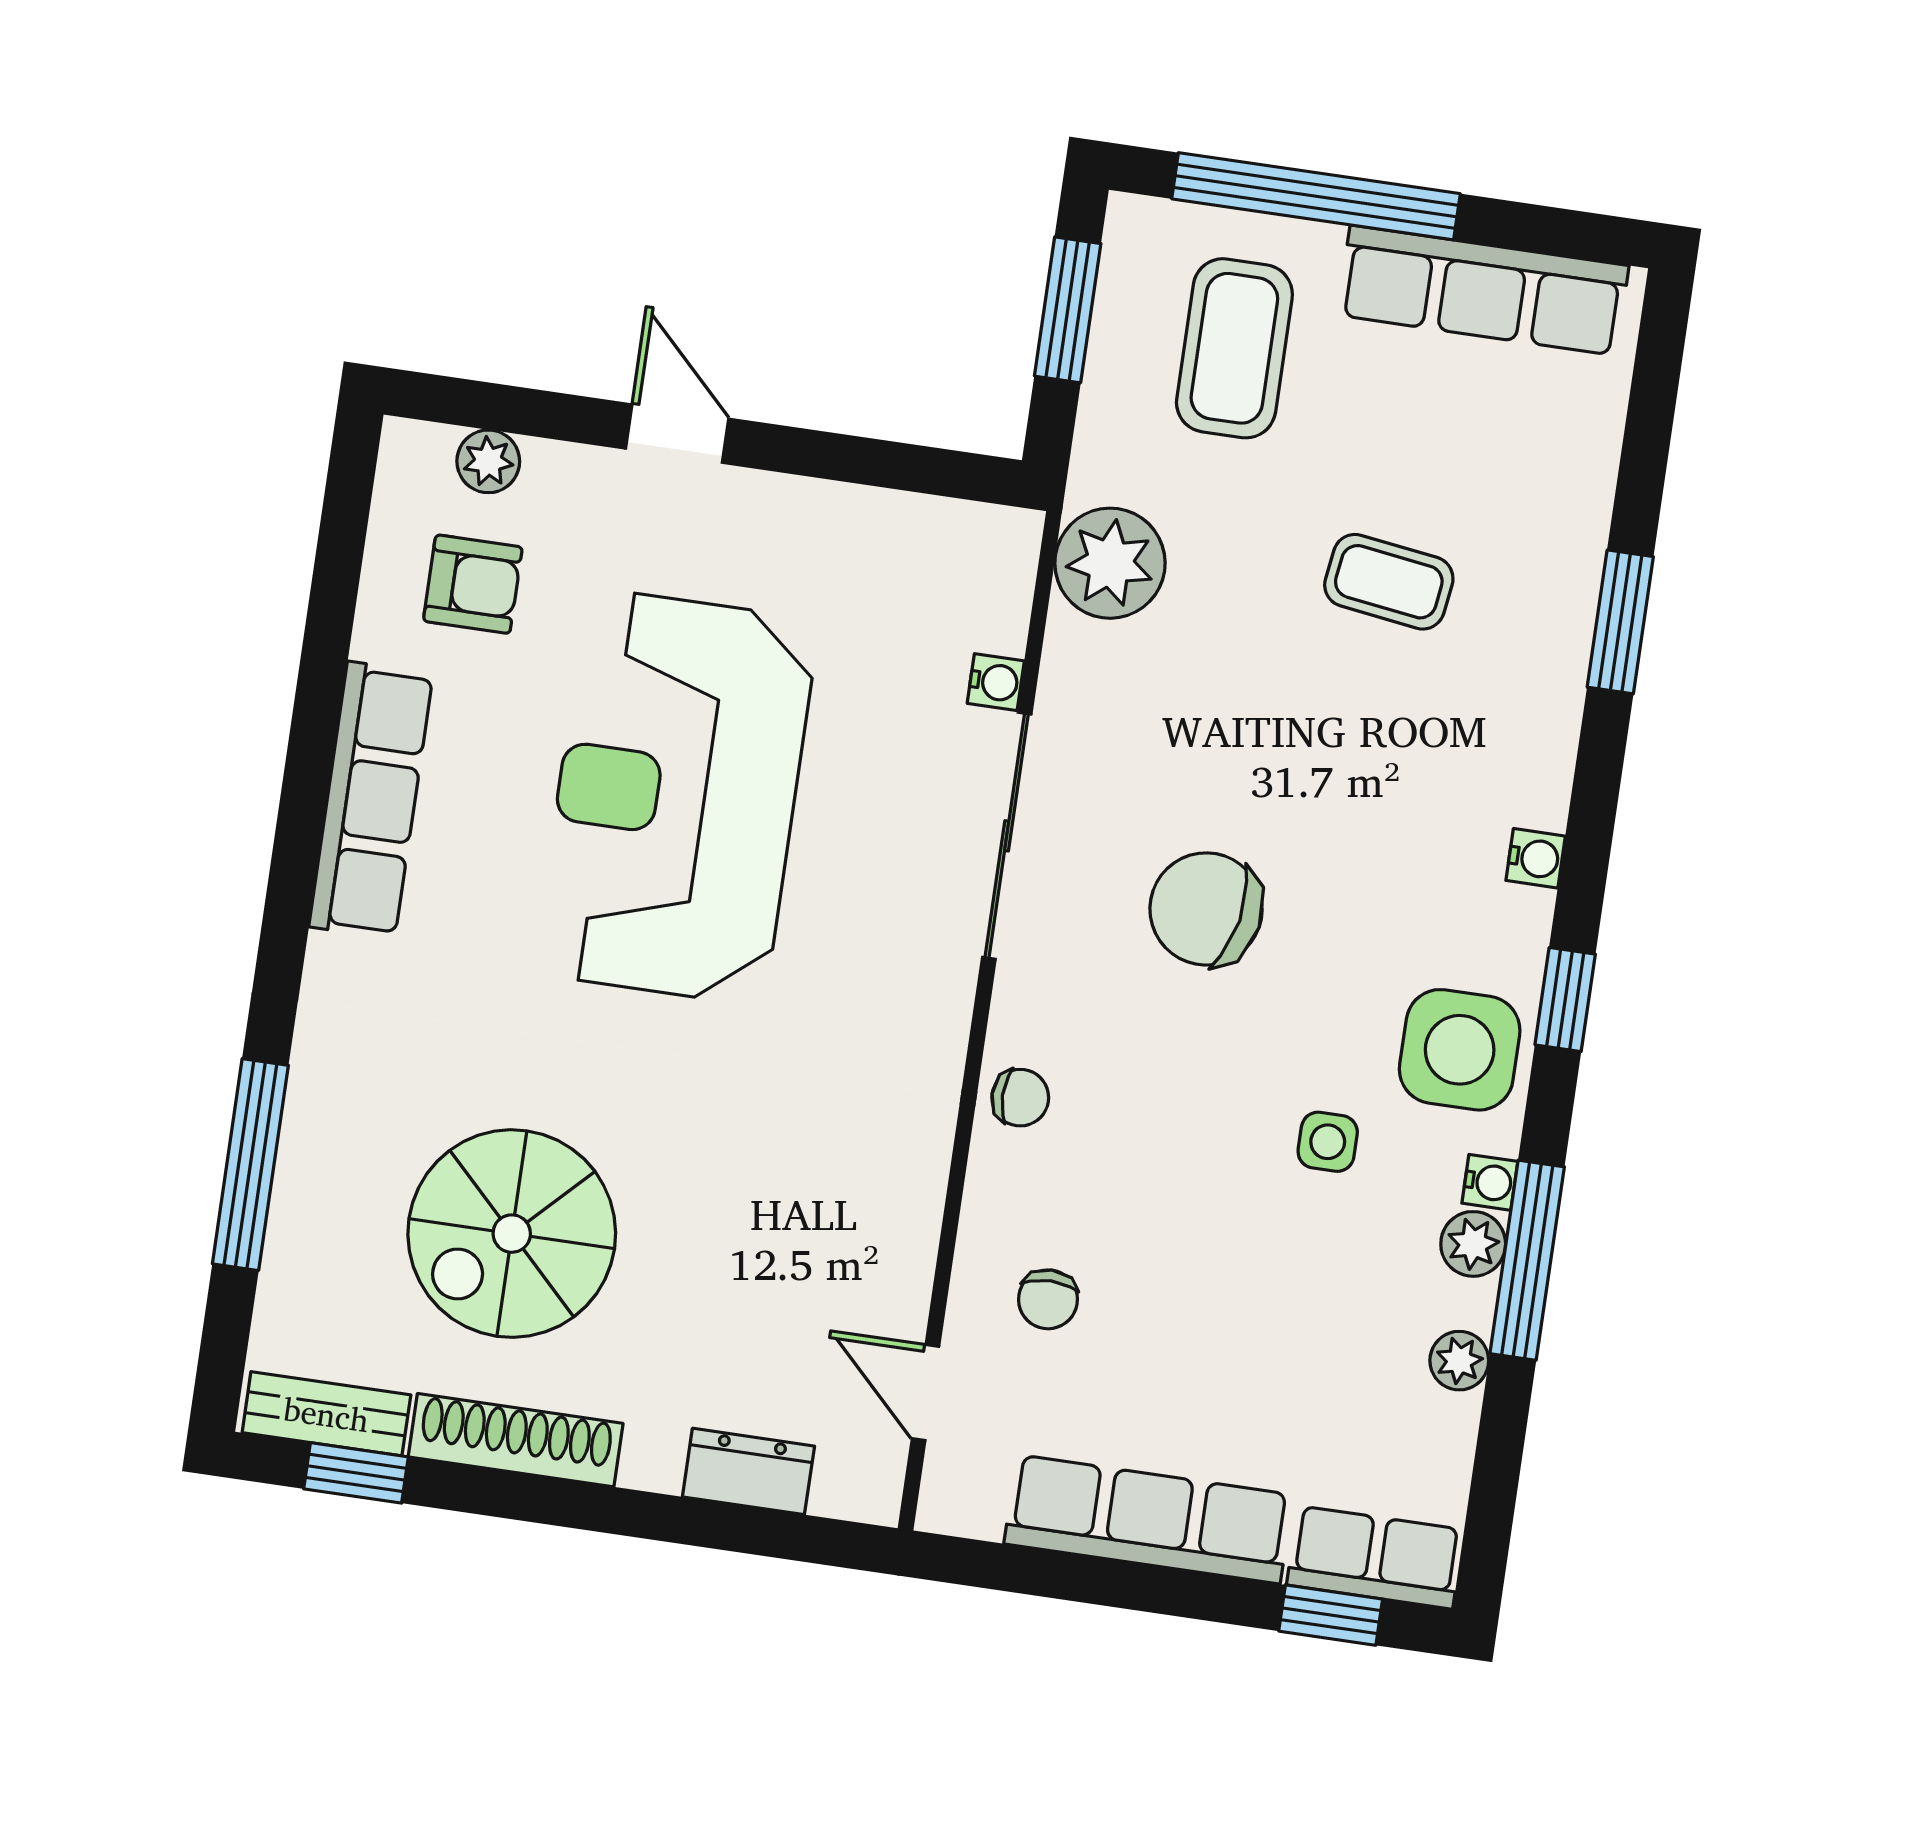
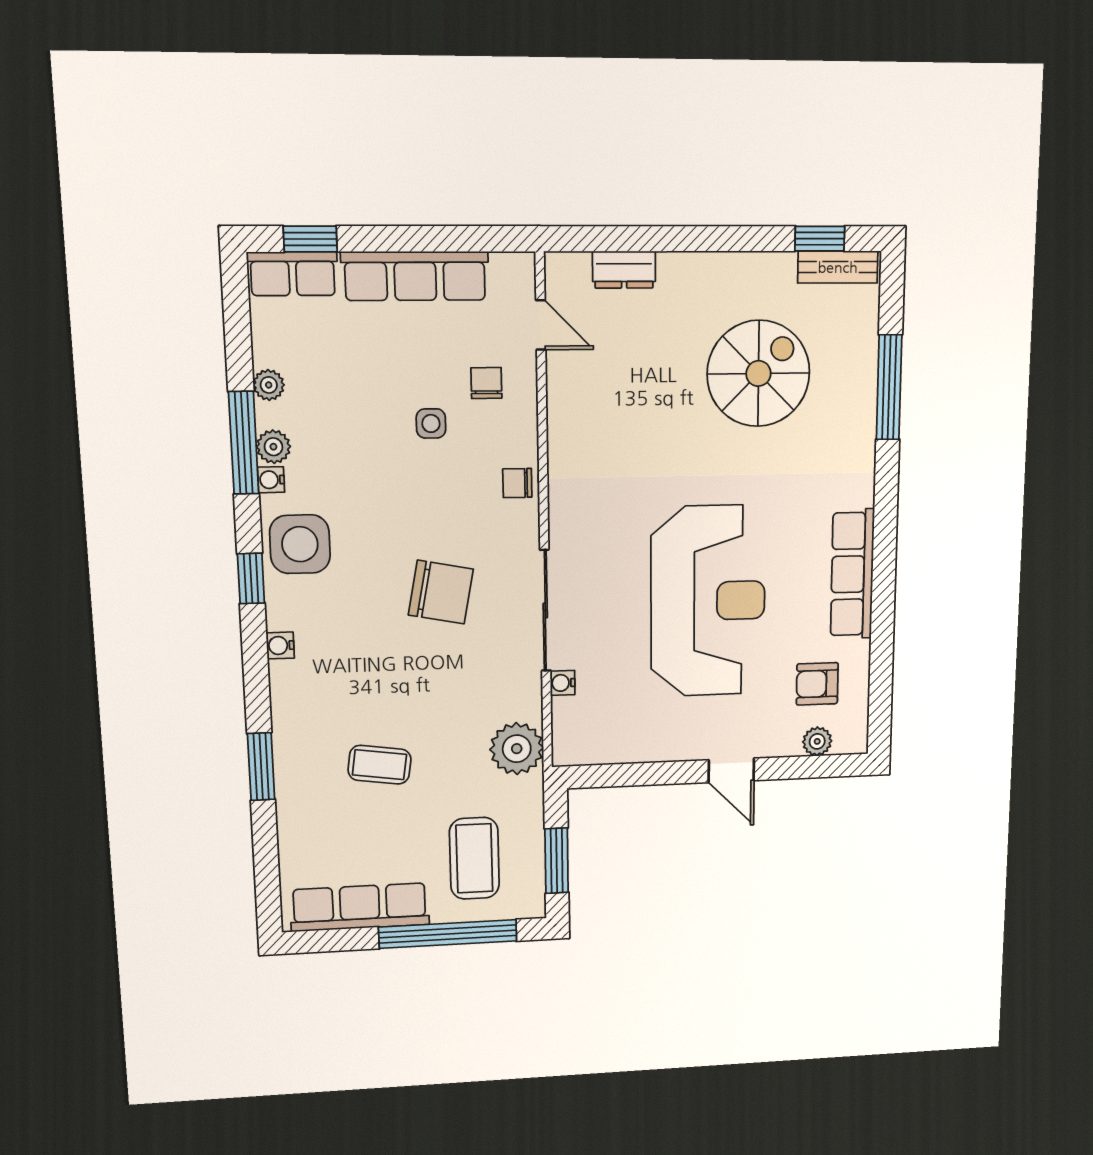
side table: (1328, 1142) -> (431, 423), moved
shoe rack: (516, 1440) -> (743, 268), removed

